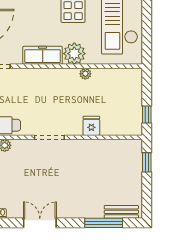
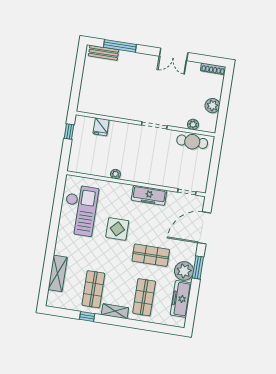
plant: (74, 54) -> (122, 193), removed
fridge: (91, 126) -> (101, 127), moved
window: (147, 162) -> (75, 91), removed

